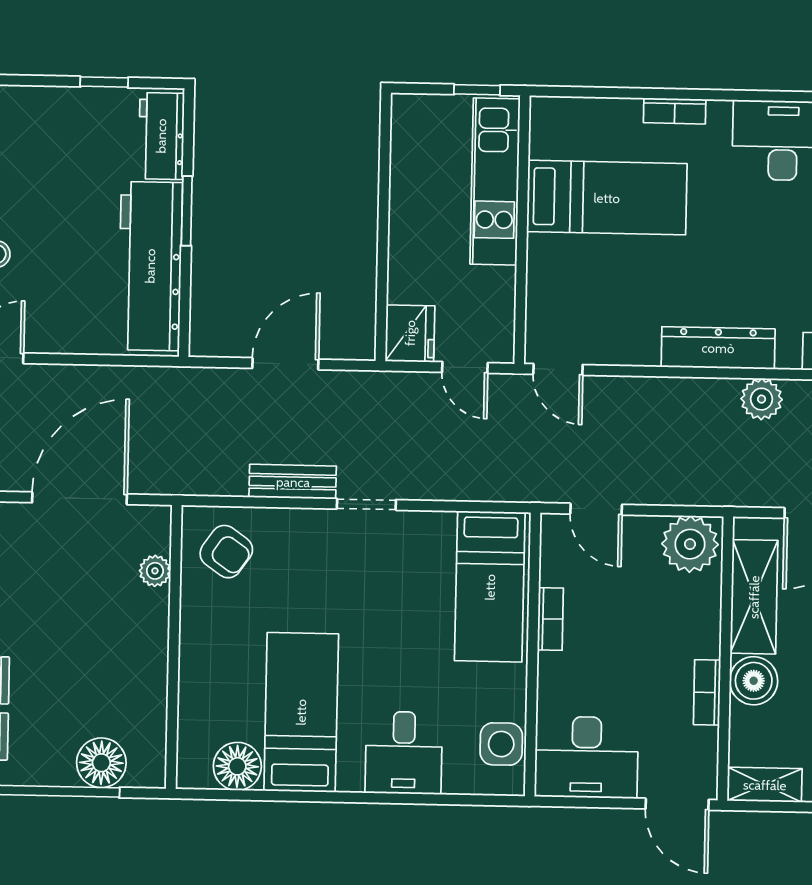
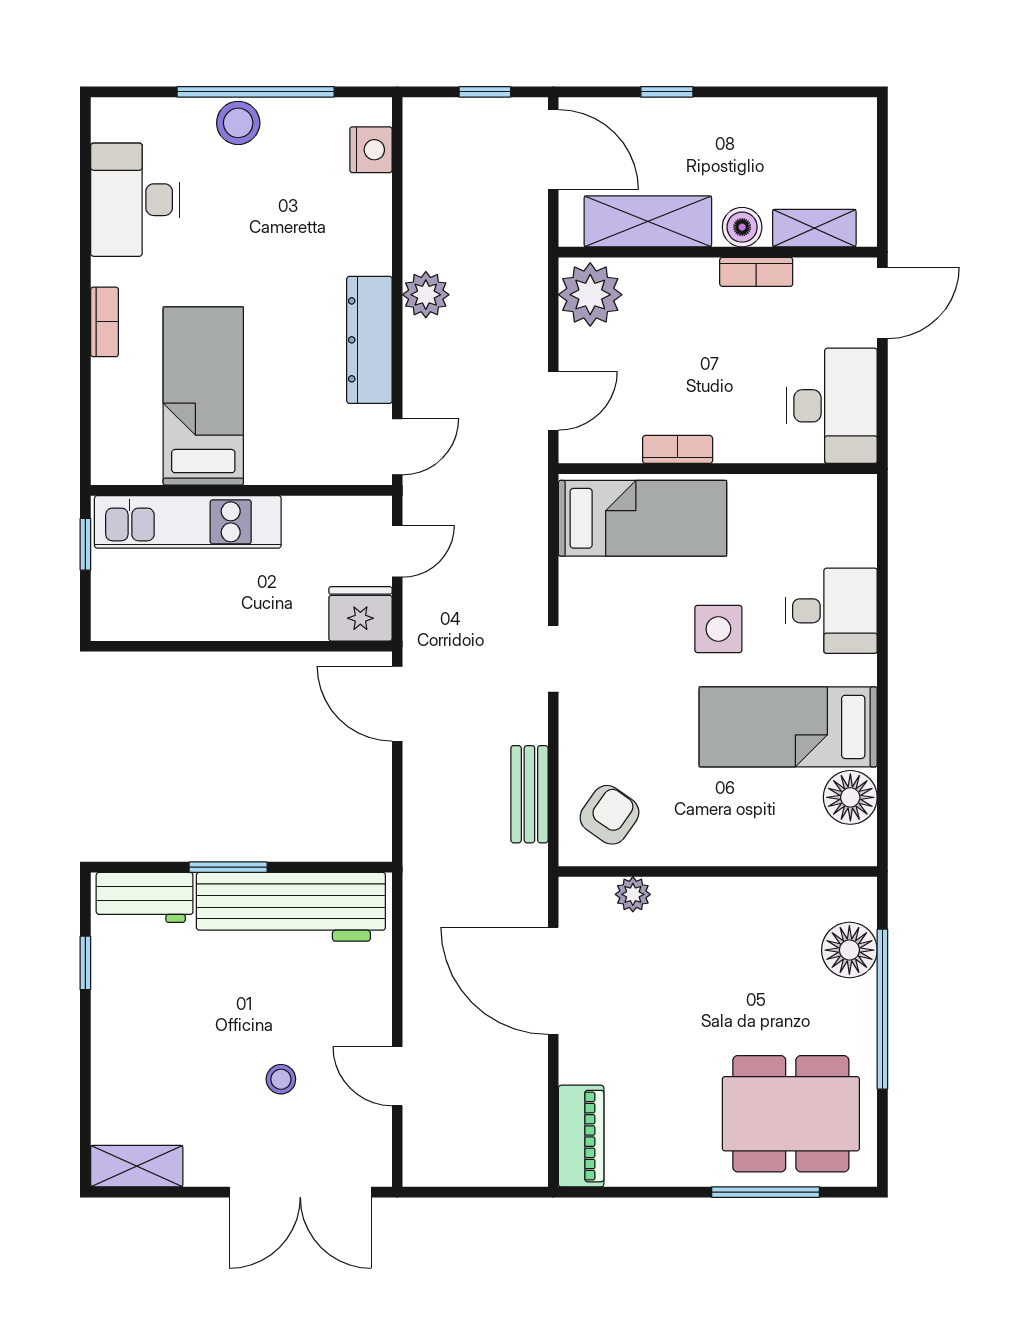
dresser: (718, 348) -> (369, 340), moved
door: (285, 364) -> (397, 704), moved
plant: (762, 399) -> (426, 295), moved
bench: (293, 482) -> (529, 794), moved
boiler: (754, 681) -> (742, 227), width x0.73, depth x0.73
side table: (501, 744) -> (718, 629), moved
shelving: (765, 785) -> (814, 228), moved, turned 90

